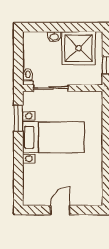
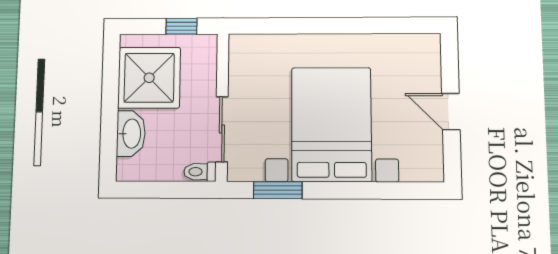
washbasin: (54, 37) -> (131, 134), width x1.91, depth x1.45
bed with nightstands: (53, 137) -> (331, 124), width x1.36

